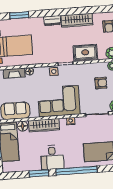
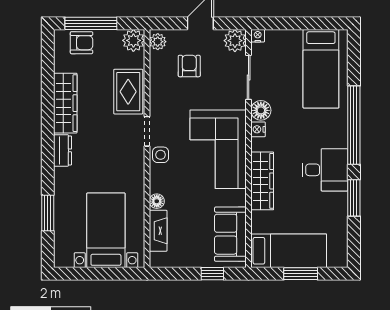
floor lamp: (23, 126) -> (261, 110), moved

